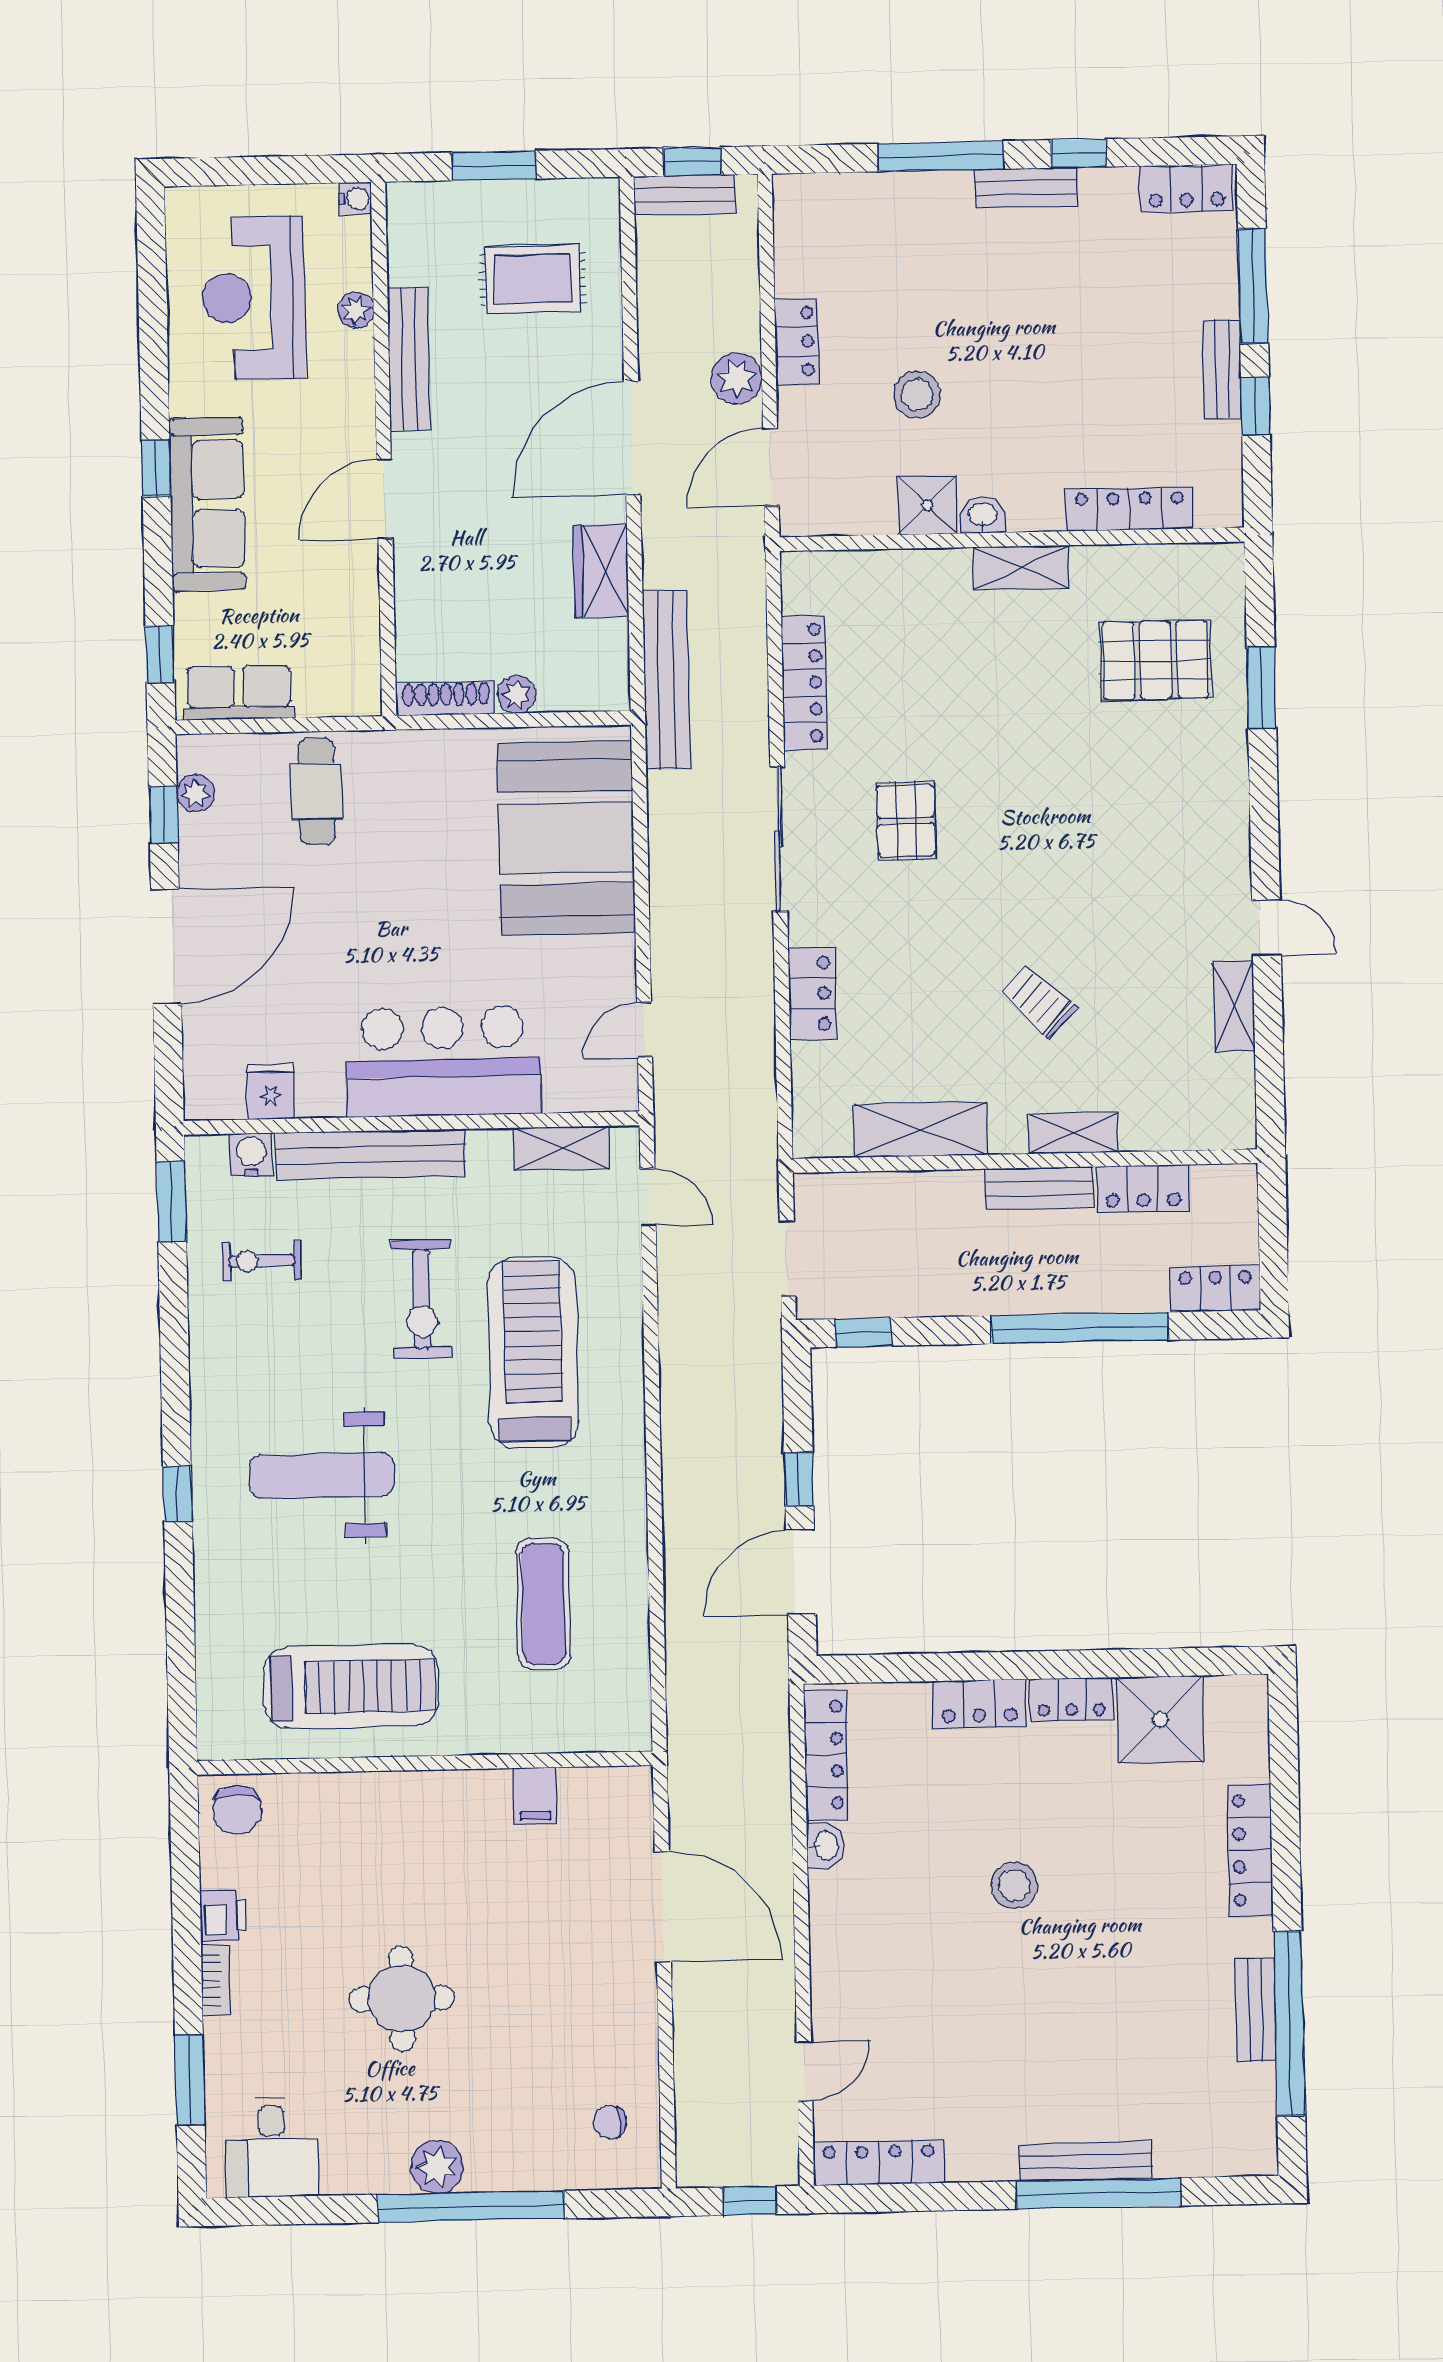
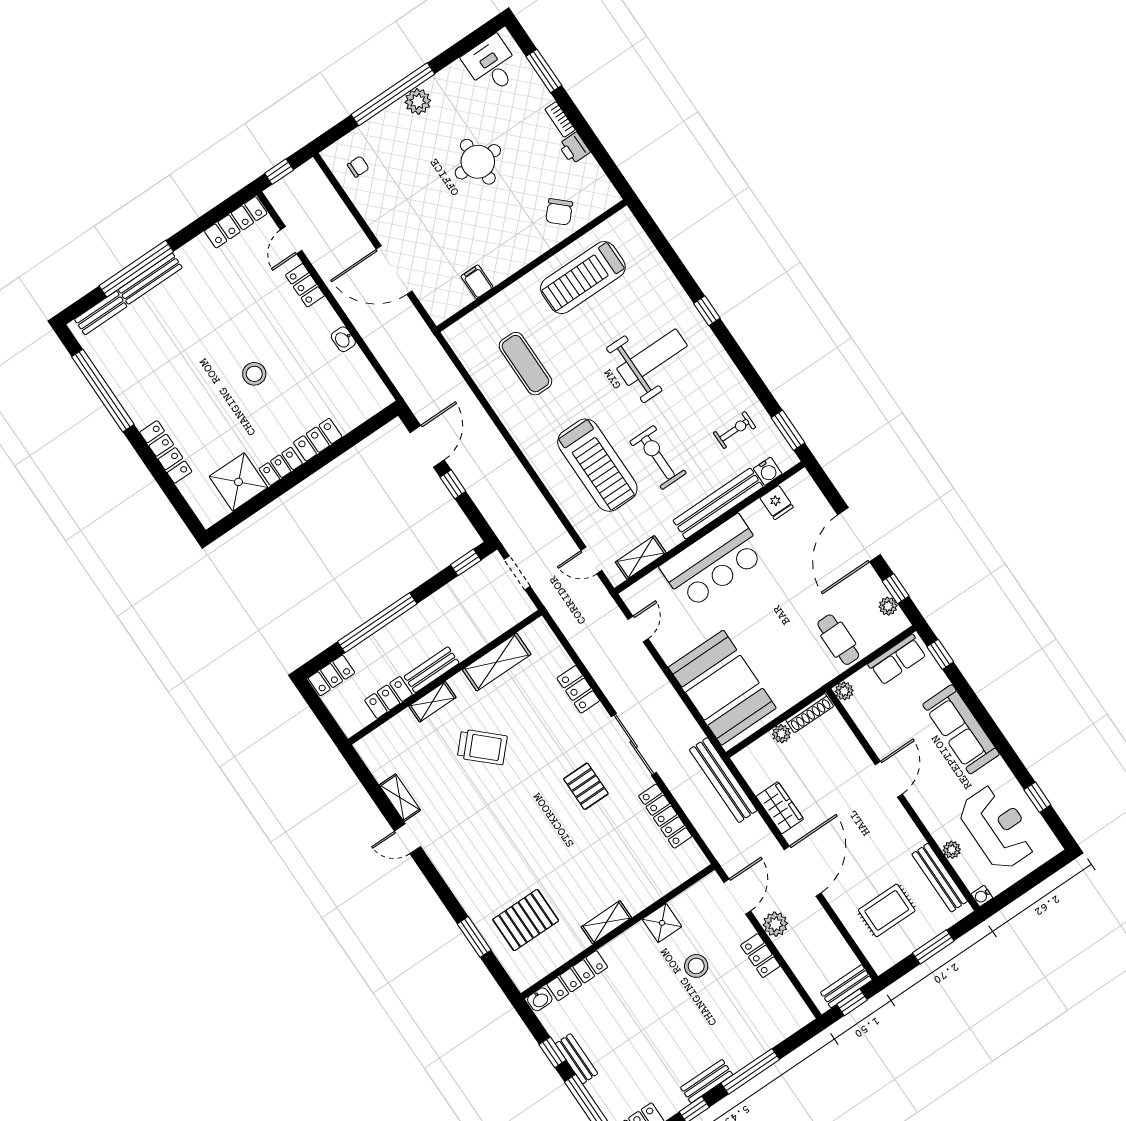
bench: (409, 359) -> (940, 878), moved
window: (156, 468) -> (1037, 797), moved
washbasin: (983, 515) -> (540, 999), moved
plant: (363, 698) -> (844, 691), added
trolley: (1039, 1001) -> (482, 747), width x1.36, depth x1.39
locker: (826, 1755) -> (305, 285), moved, width x0.66
chair: (238, 1810) -> (559, 212), moved, turned -137
bench: (1256, 2010) -> (101, 313), moved, turned 90

